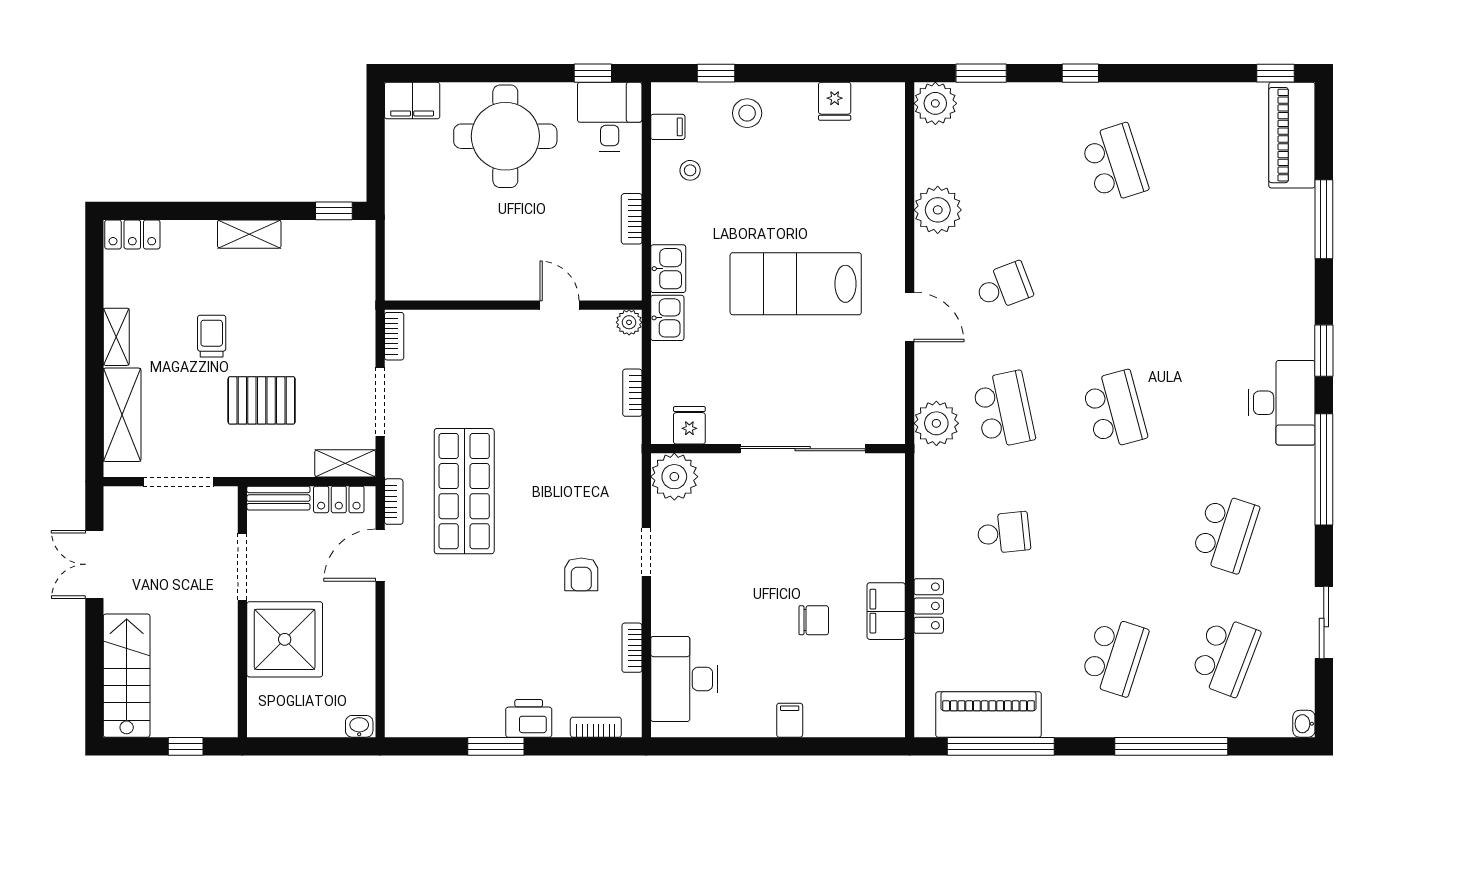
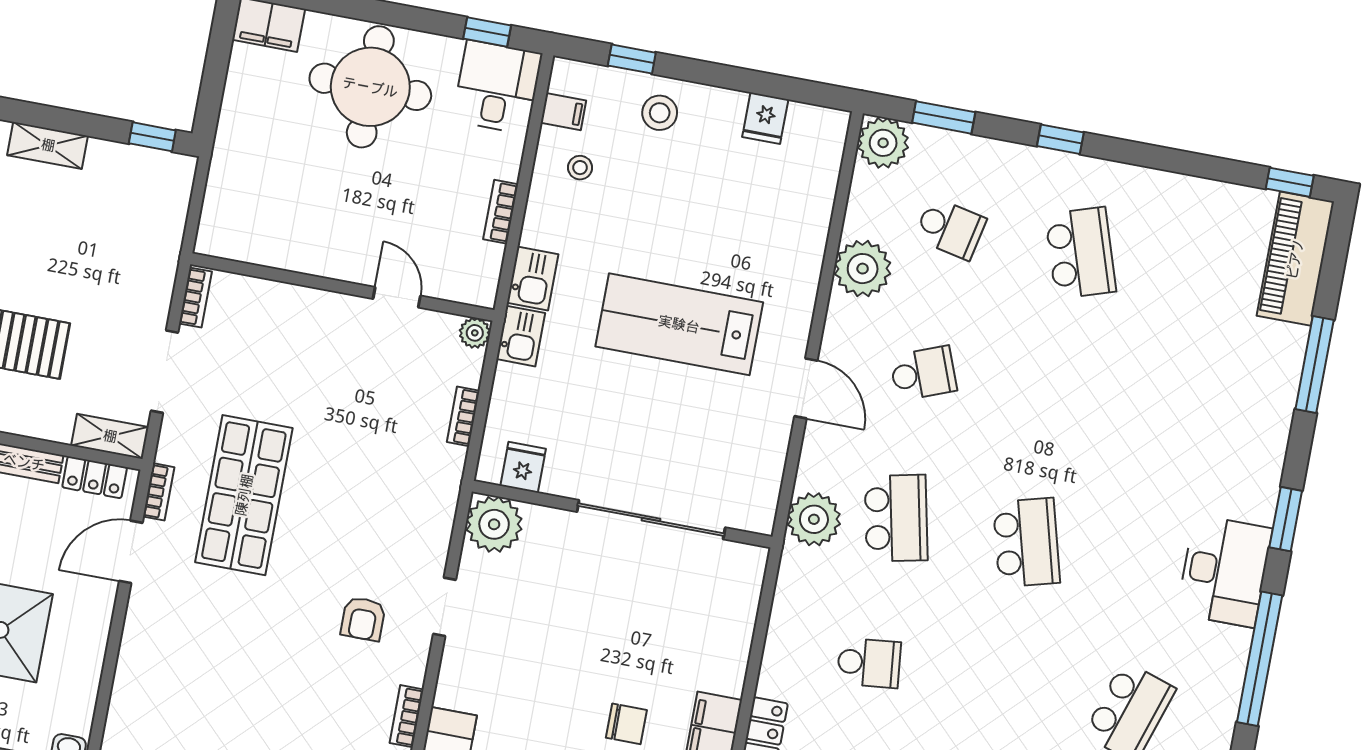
school desk: (1004, 163) -> (950, 229), added

